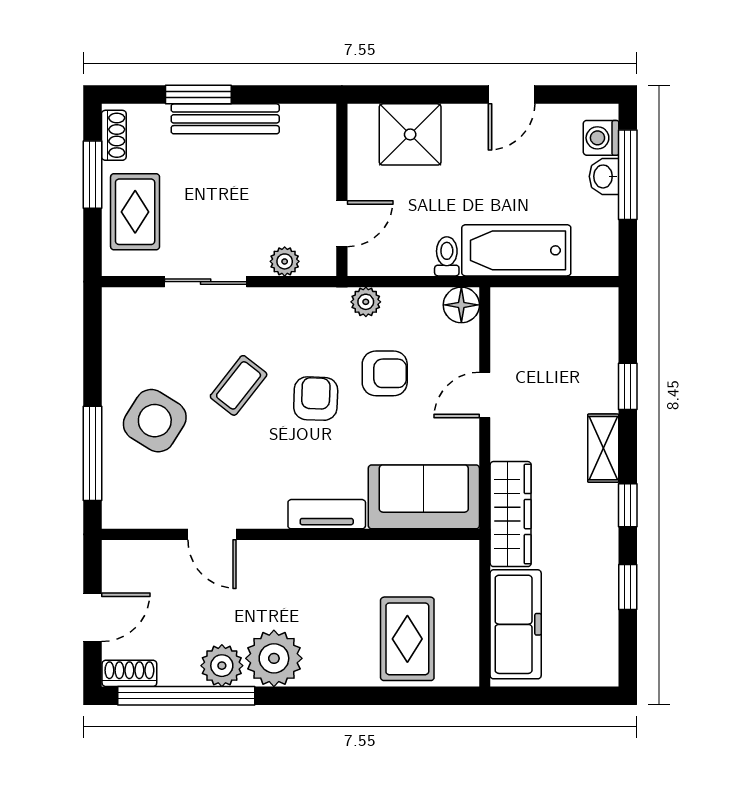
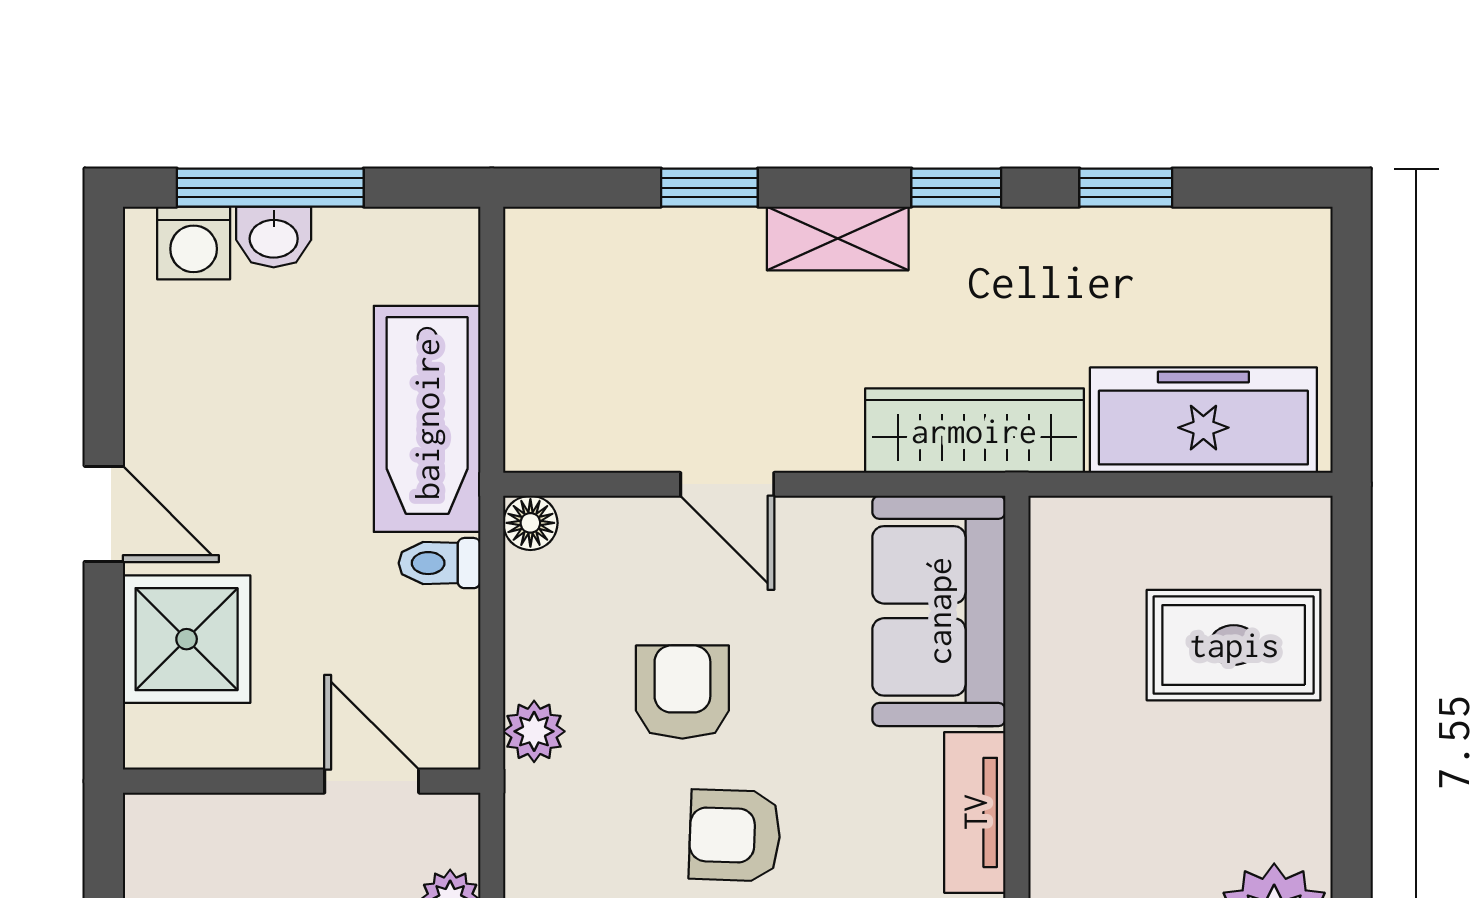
door: (512, 95) -> (104, 514), moved
floor lamp: (461, 305) -> (530, 523), width x0.73, depth x0.73

